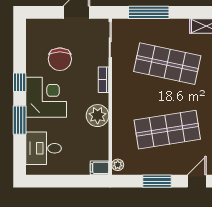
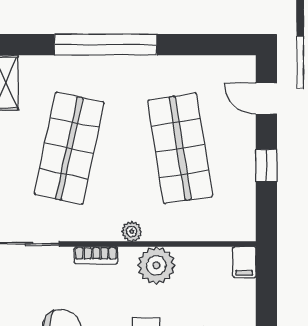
plant: (118, 165) -> (132, 232), moved
window: (157, 181) -> (266, 165), width x0.67

